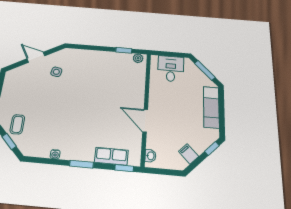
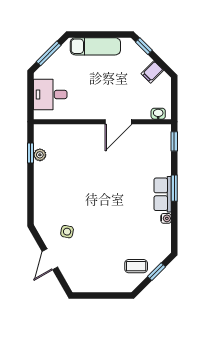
plant: (138, 58) -> (40, 155), moved
row of seats: (111, 156) -> (163, 194), moved

